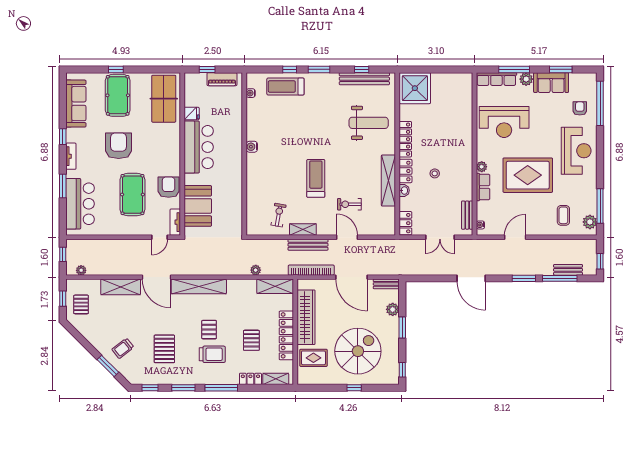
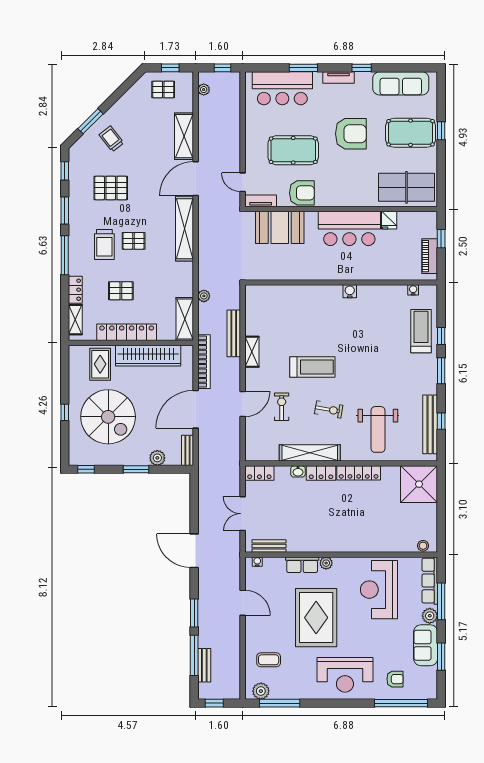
stool: (435, 173) -> (423, 546), moved
exercise bike: (279, 215) -> (329, 410), moved
bench: (308, 245) -> (234, 333), moved
door: (471, 278) -> (194, 551), hinge flipped

